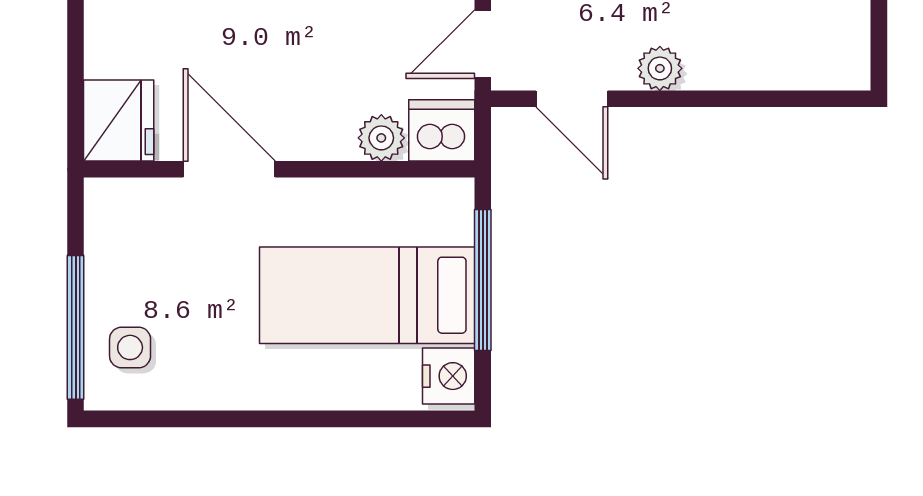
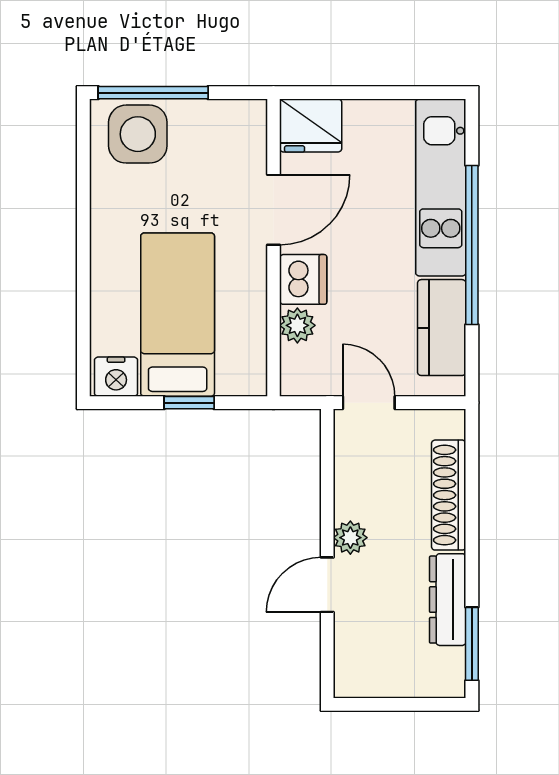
door: (572, 99) -> (327, 585), moved
dishwasher: (442, 130) -> (303, 279), moved
window: (483, 280) -> (189, 403), width x0.46
side table: (130, 347) -> (138, 134), width x1.87, depth x1.87

